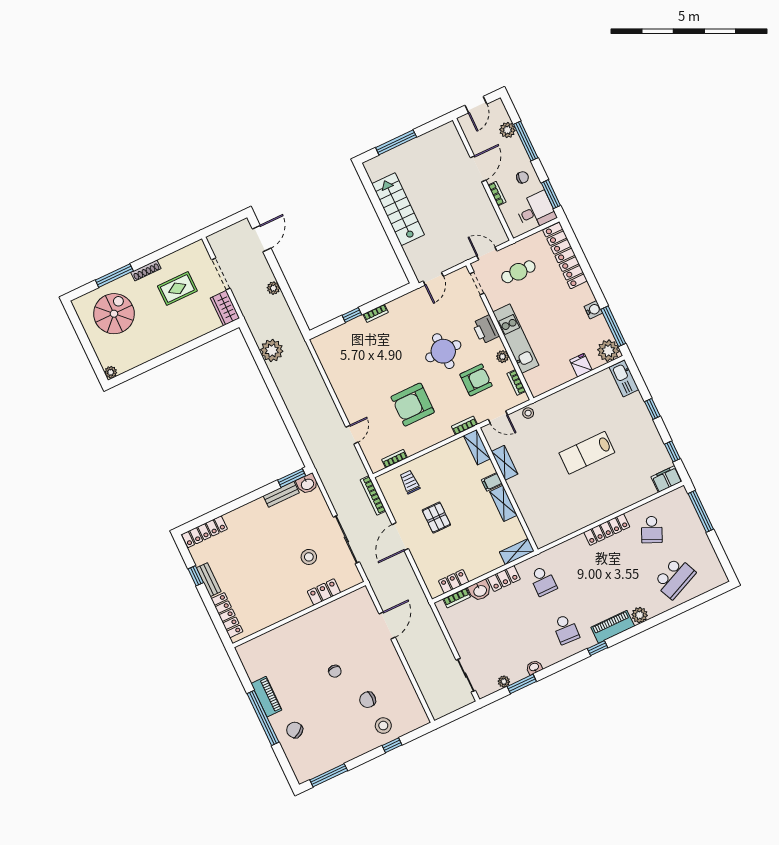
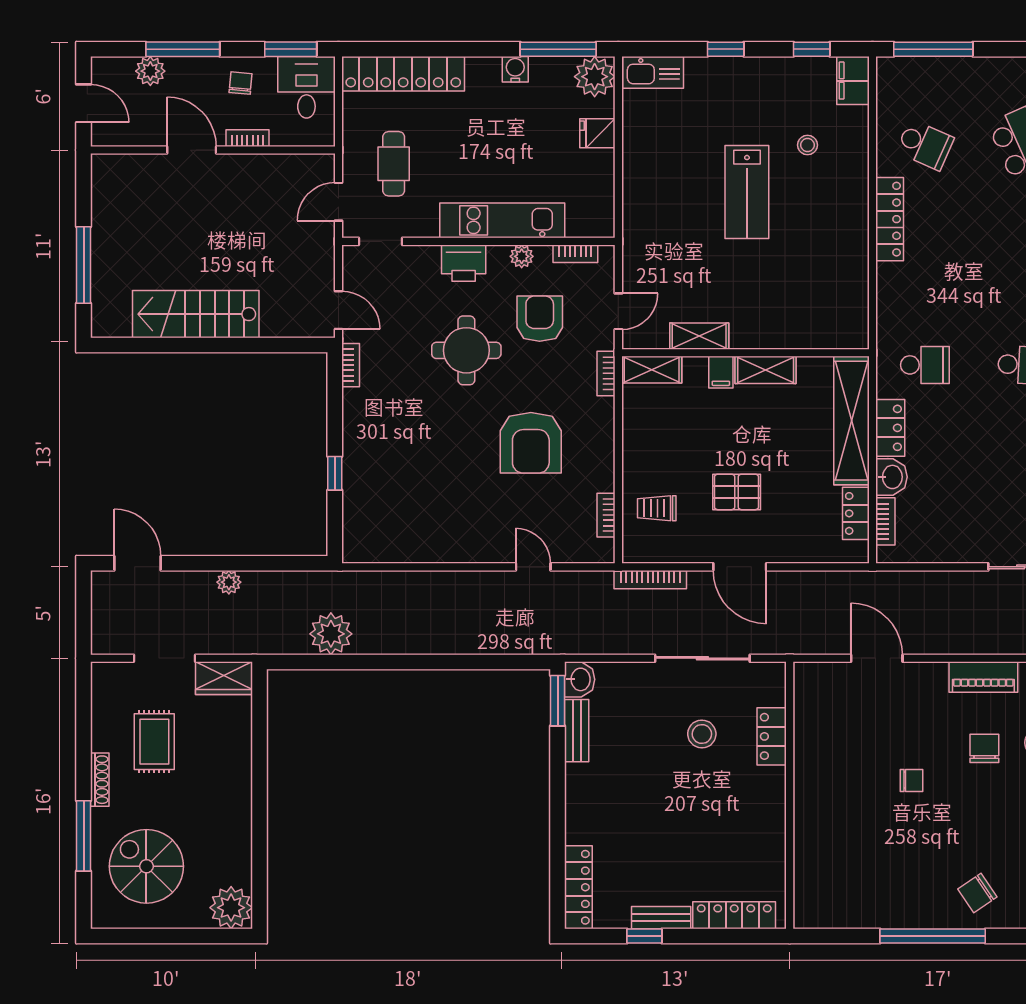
bookcase: (376, 313) -> (351, 365), moved
plant: (111, 372) -> (231, 908), width x1.88, depth x1.88
stool: (528, 413) -> (808, 145), moved
shelving: (517, 552) -> (851, 421), width x2.20, depth x1.33
piano: (266, 697) -> (983, 677), moved, turned 180
chair: (368, 700) -> (984, 748), turned 180

